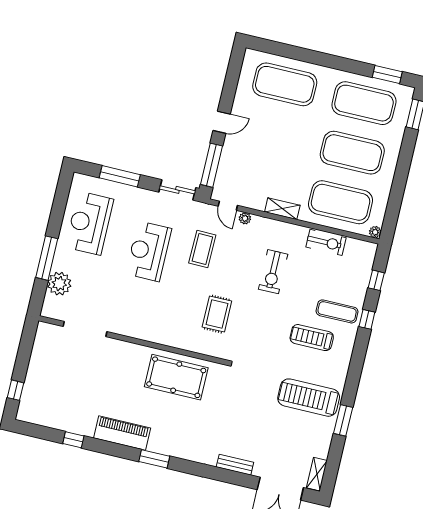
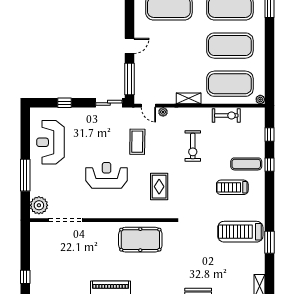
window: (120, 176) -> (65, 103), width x0.46
reception desk: (149, 251) -> (107, 175), moved, turned 90
plant: (59, 284) -> (39, 205), moved

